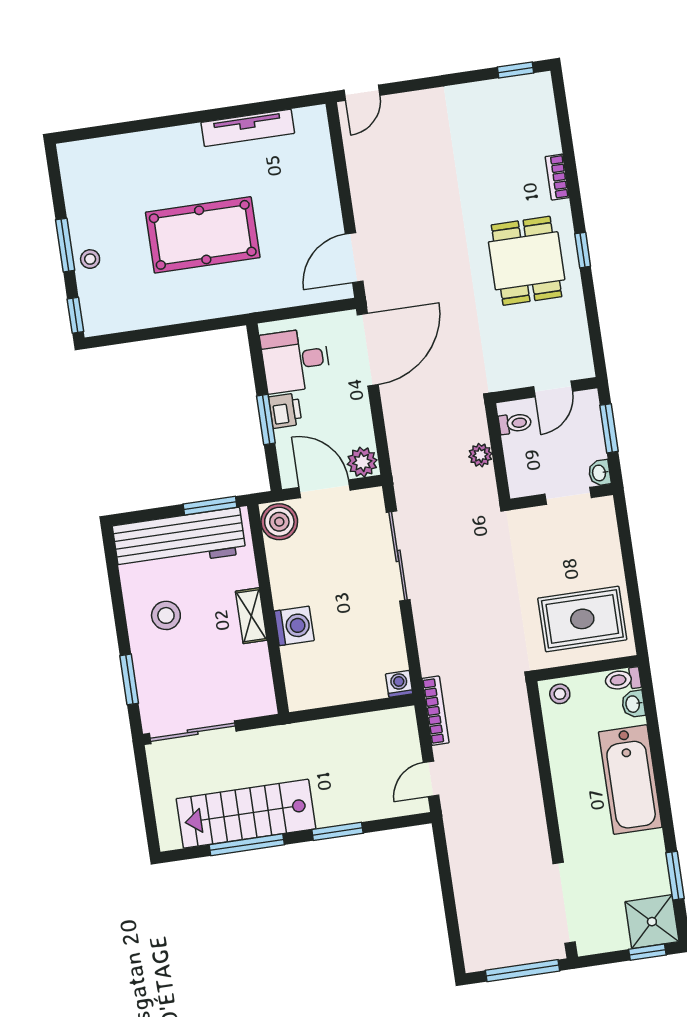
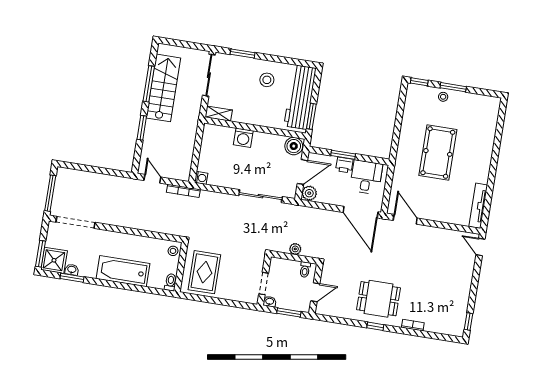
tv unit: (248, 128) -> (478, 206), moved
door: (553, 389) -> (315, 292), swing flipped
shelving: (251, 616) -> (219, 114), moved
washbasin: (633, 704) -> (72, 270), moved
window: (647, 952) -> (41, 254), width x1.50

